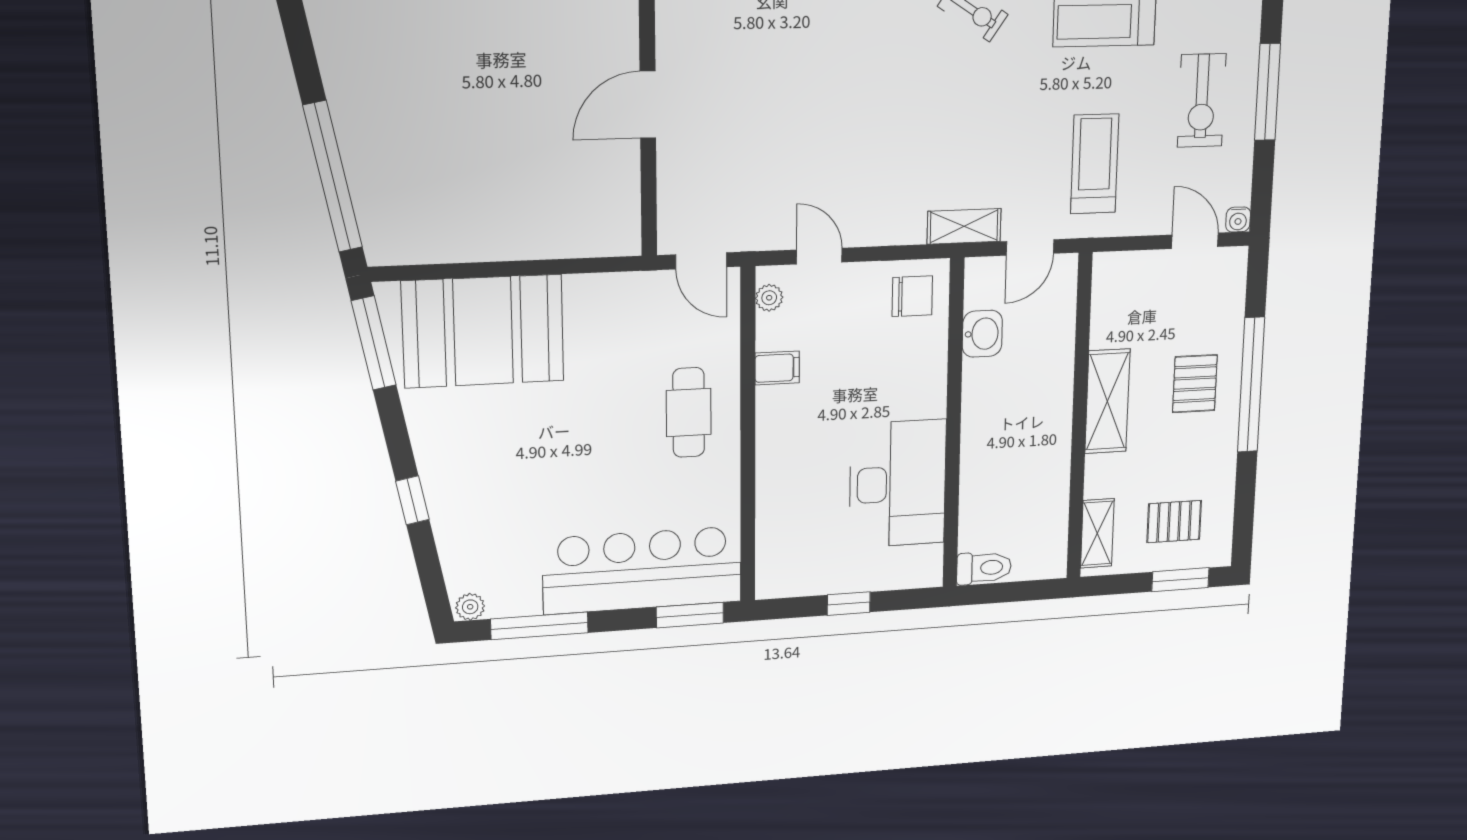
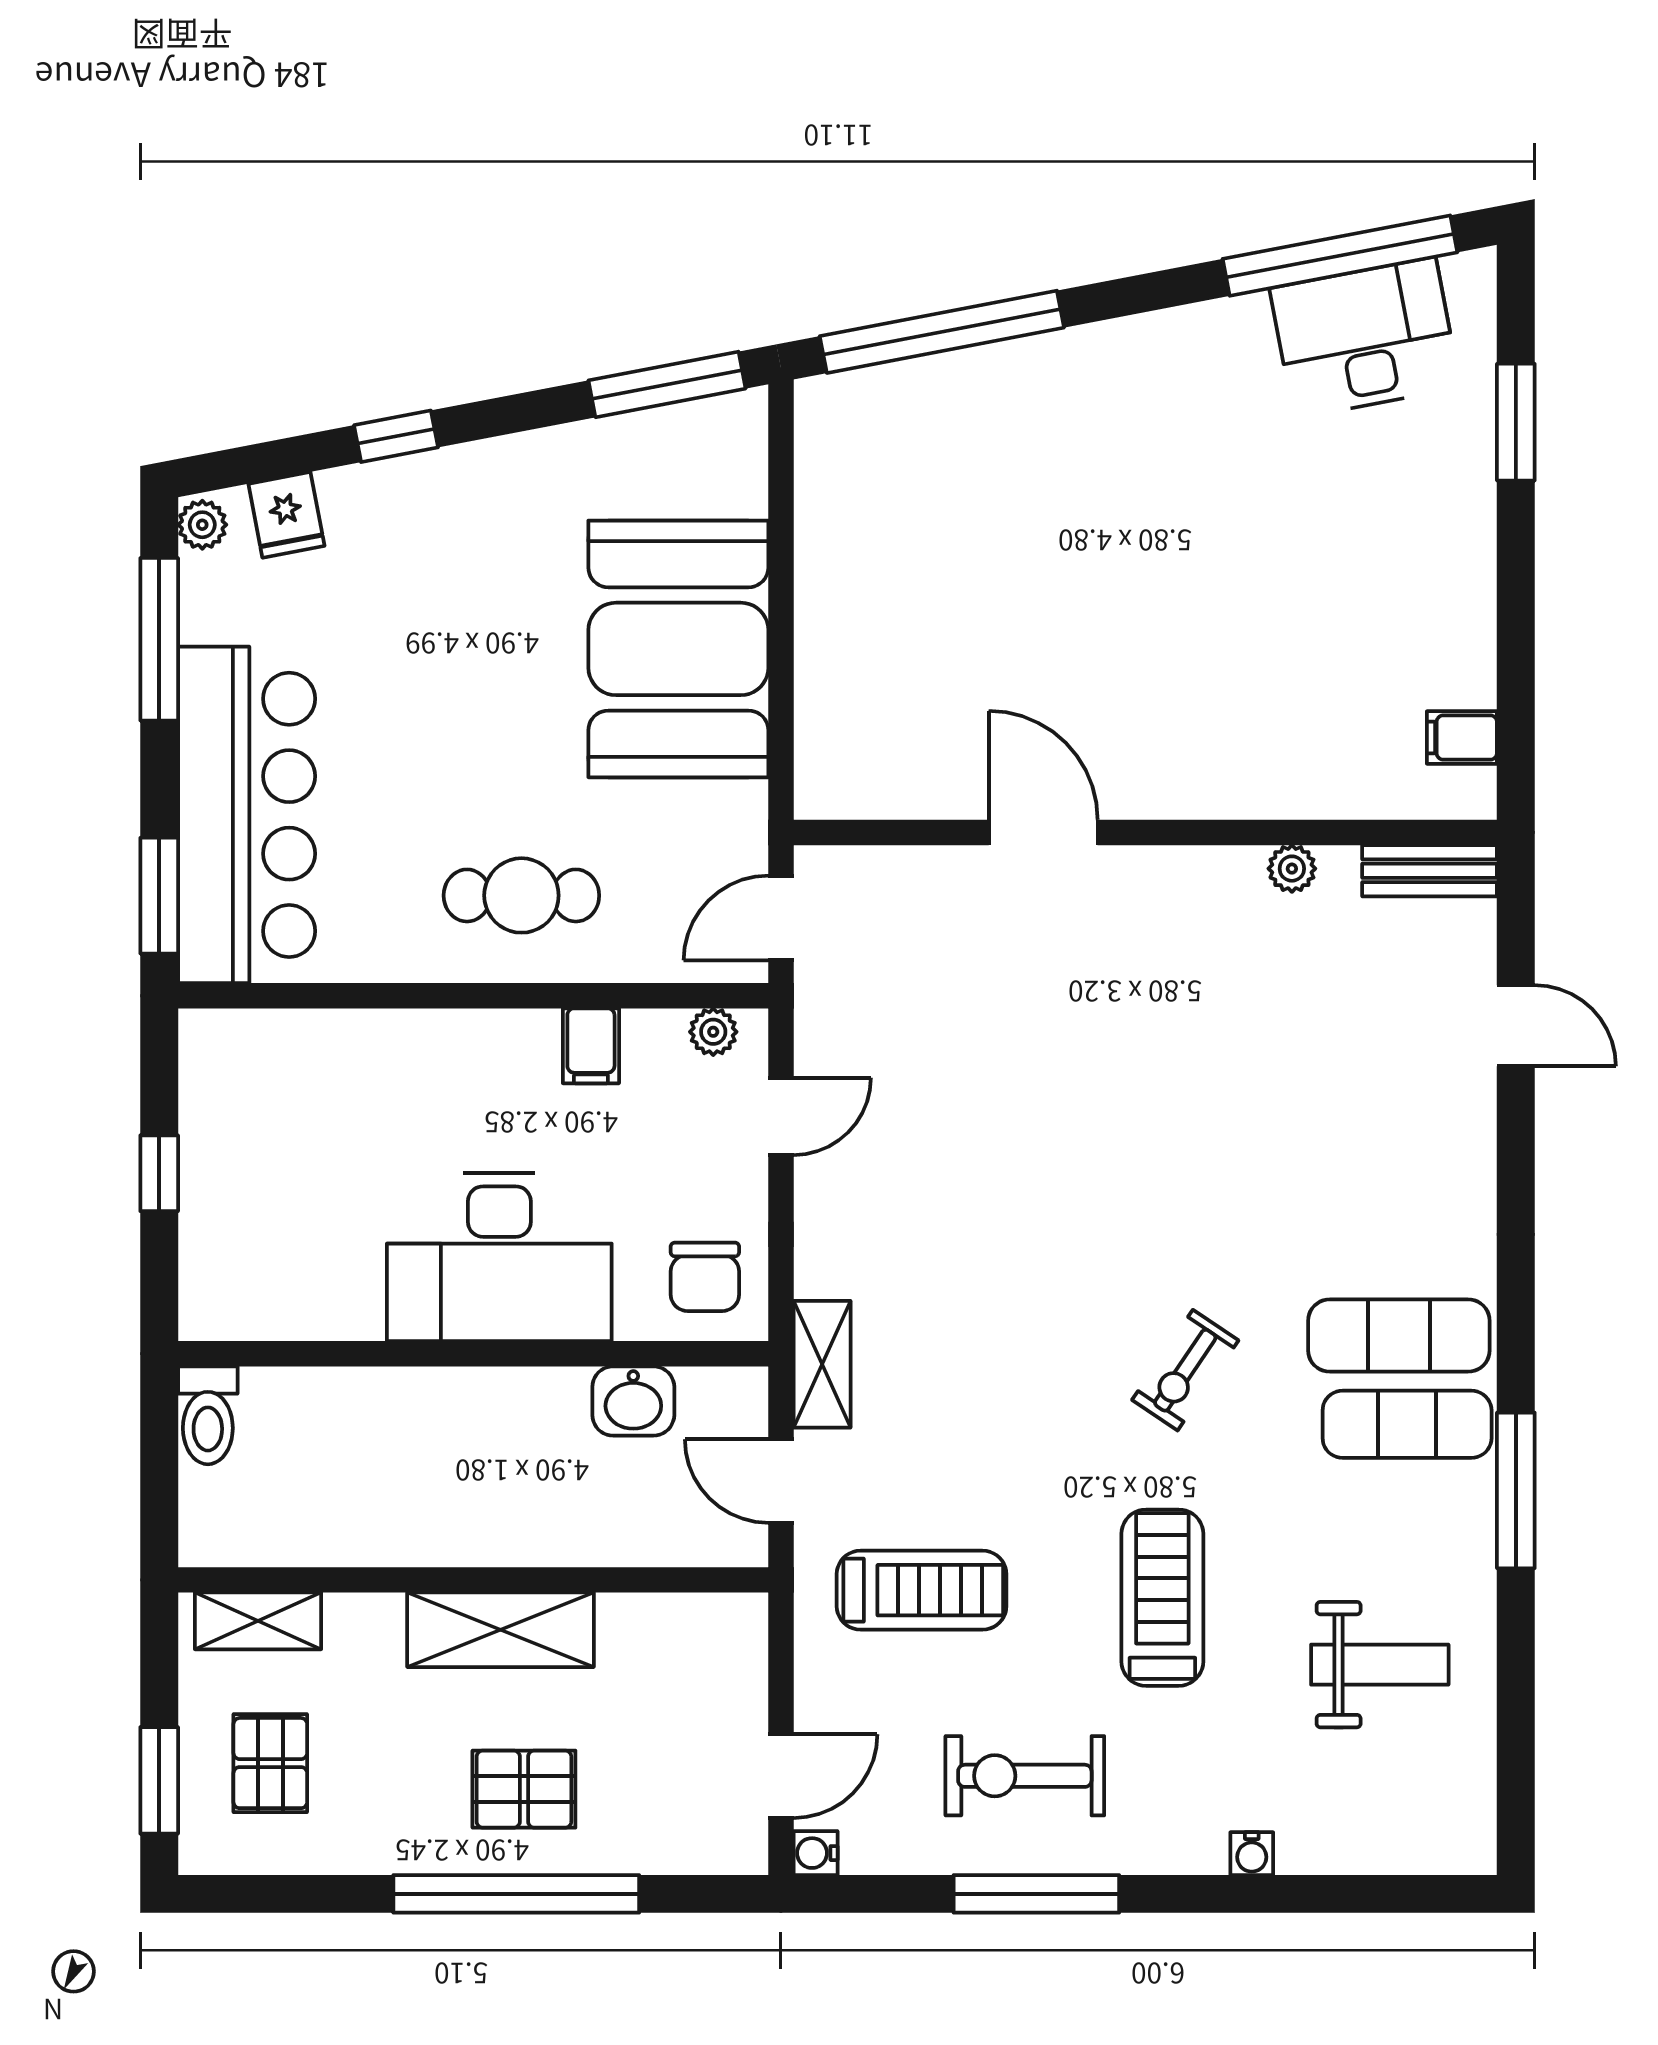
booth: (483, 331) -> (678, 649), moved
desk: (898, 484) -> (499, 1257), moved
fridge: (463, 560) -> (286, 515), added

